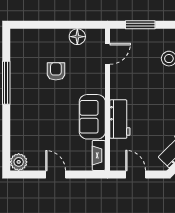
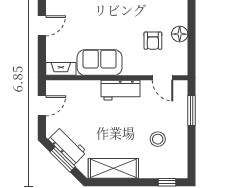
floor lamp: (77, 37) -> (180, 34), moved
armchair: (56, 71) -> (153, 41), moved, turned 90
workbench: (120, 119) -> (120, 90), moved

